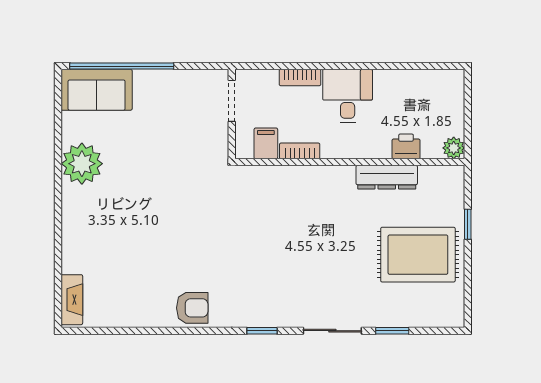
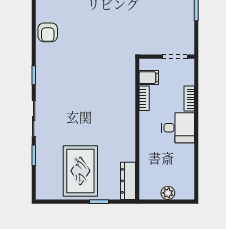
printer: (406, 146) -> (147, 164), removed
plant: (454, 148) -> (168, 193), moved
dresser: (387, 177) -> (128, 181), moved

